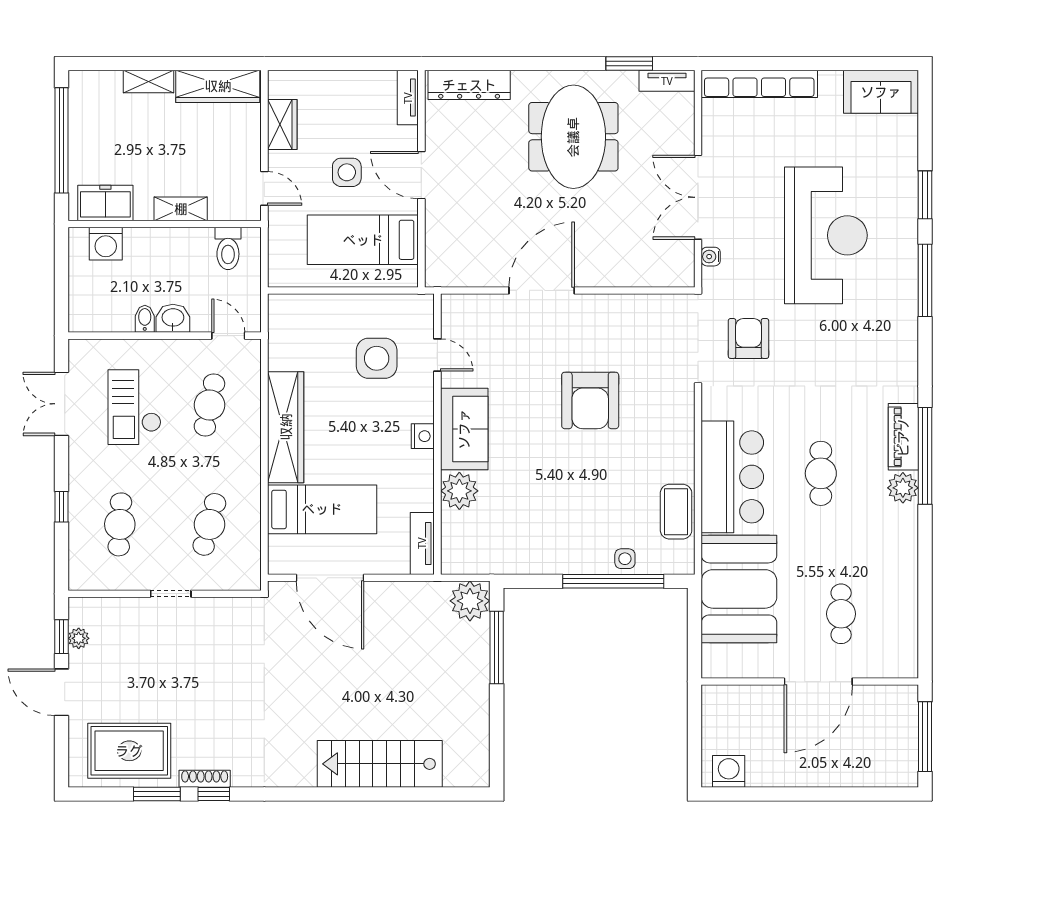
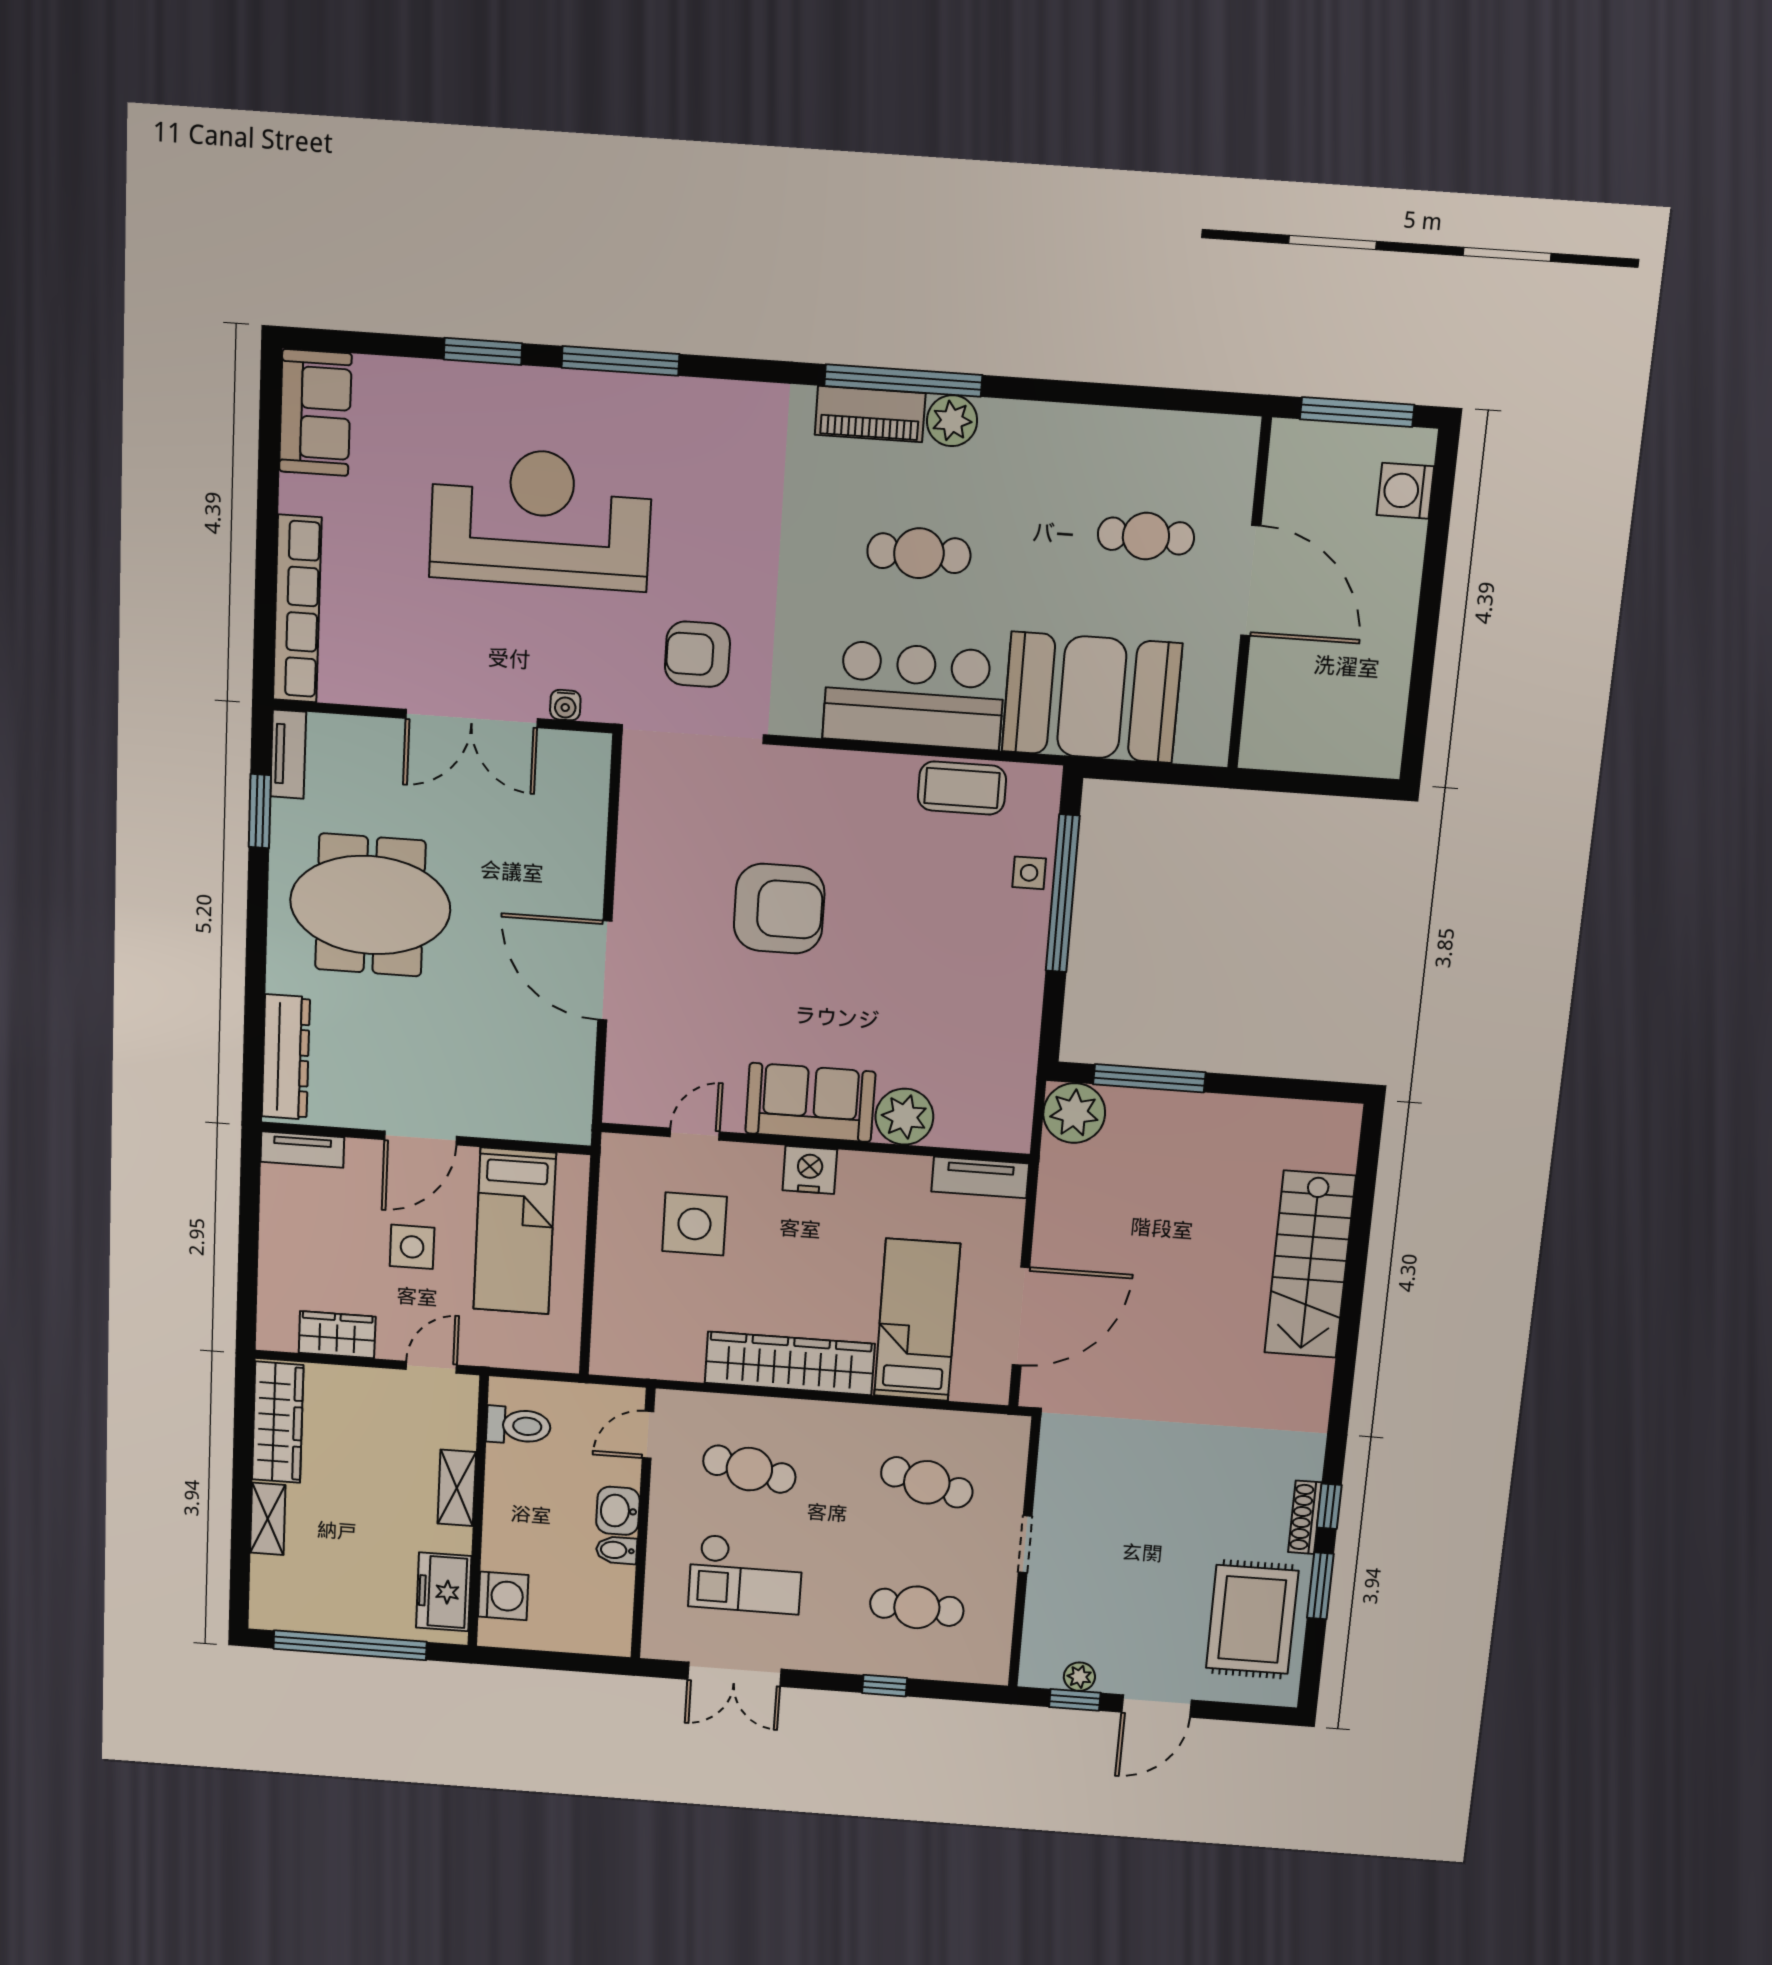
nightstand: (423, 436) -> (810, 1170), width x1.36, depth x1.33
washing machine: (729, 771) -> (1405, 491), moved

